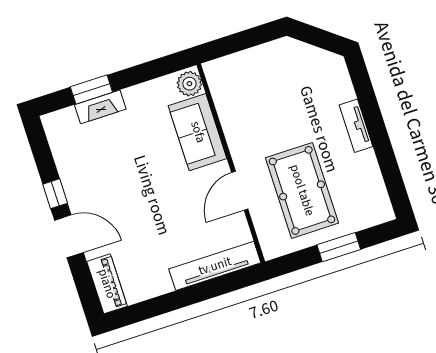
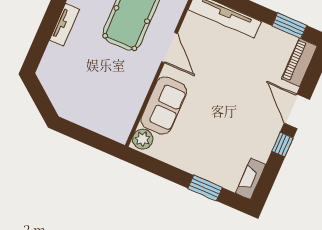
fireplace: (100, 107) -> (251, 179), moved, turned -90
door: (240, 191) -> (169, 48), hinge flipped
window: (146, 310) -> (289, 26), added

